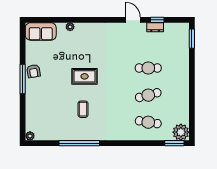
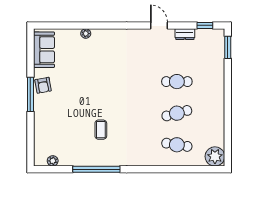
window: (157, 20) -> (205, 25), moved
sofa: (41, 31) -> (44, 50), moved, turned -90
rug: (85, 76) -> (103, 91), removed
plant: (30, 136) -> (53, 161), moved
window: (174, 143) -> (207, 169), removed

